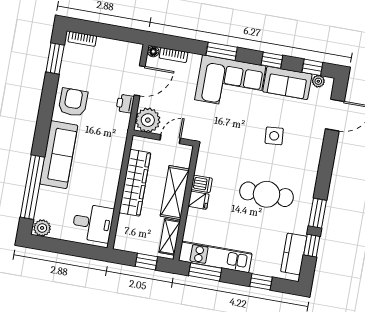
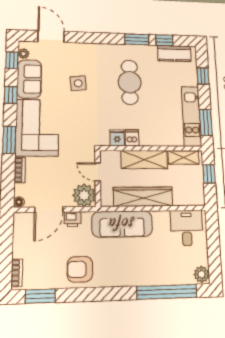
bookcase: (173, 55) -> (20, 170), moved
door: (140, 81) -> (49, 210), swing flipped
sofa: (59, 155) -> (122, 224), moved, turned 180
fridge: (199, 200) -> (117, 138), moved

